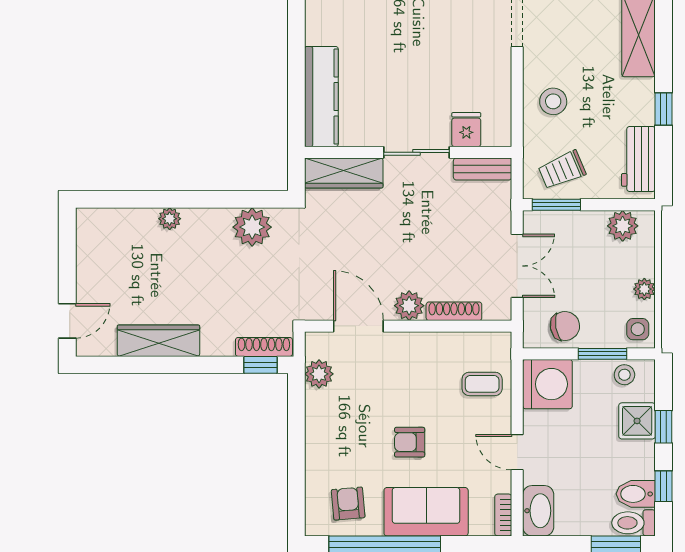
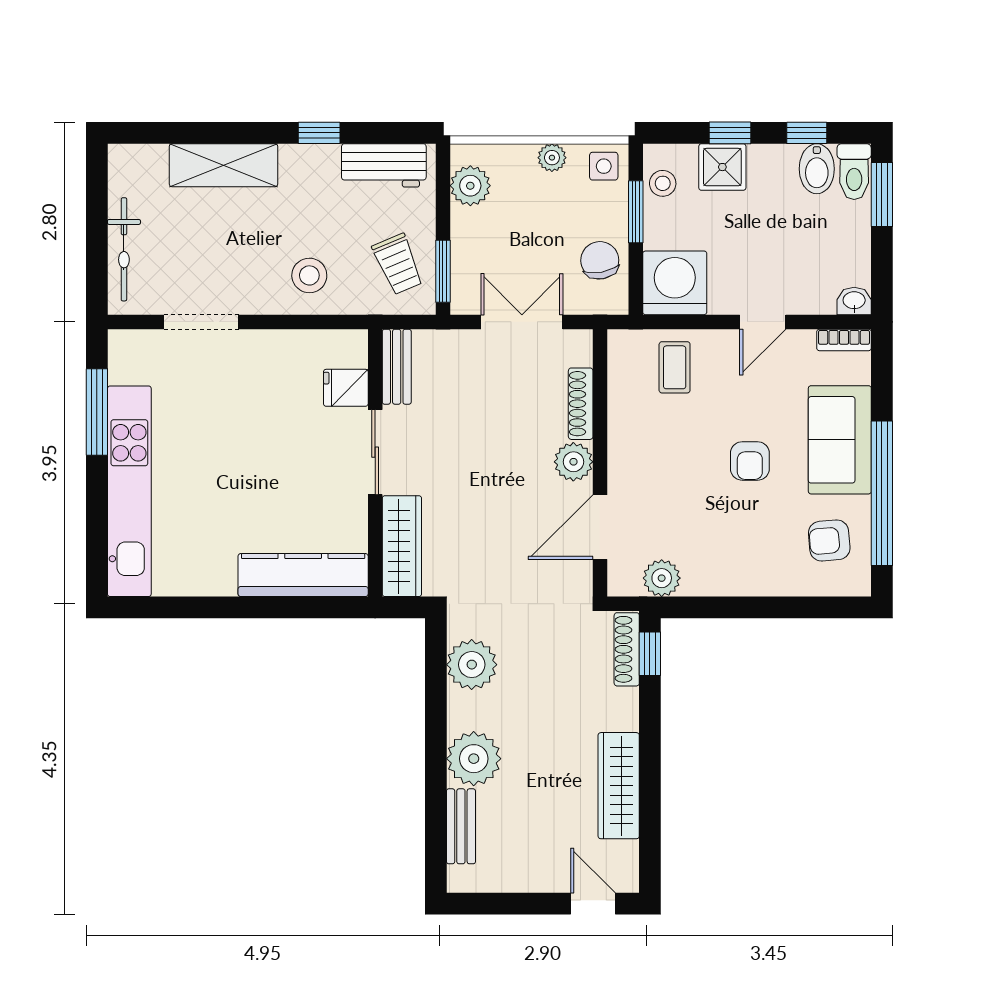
bench: (127, 219) -> (461, 826), added
plant: (170, 219) -> (474, 759), width x1.87, depth x1.87
washbasin: (538, 511) -> (854, 301), width x0.52, depth x0.69

